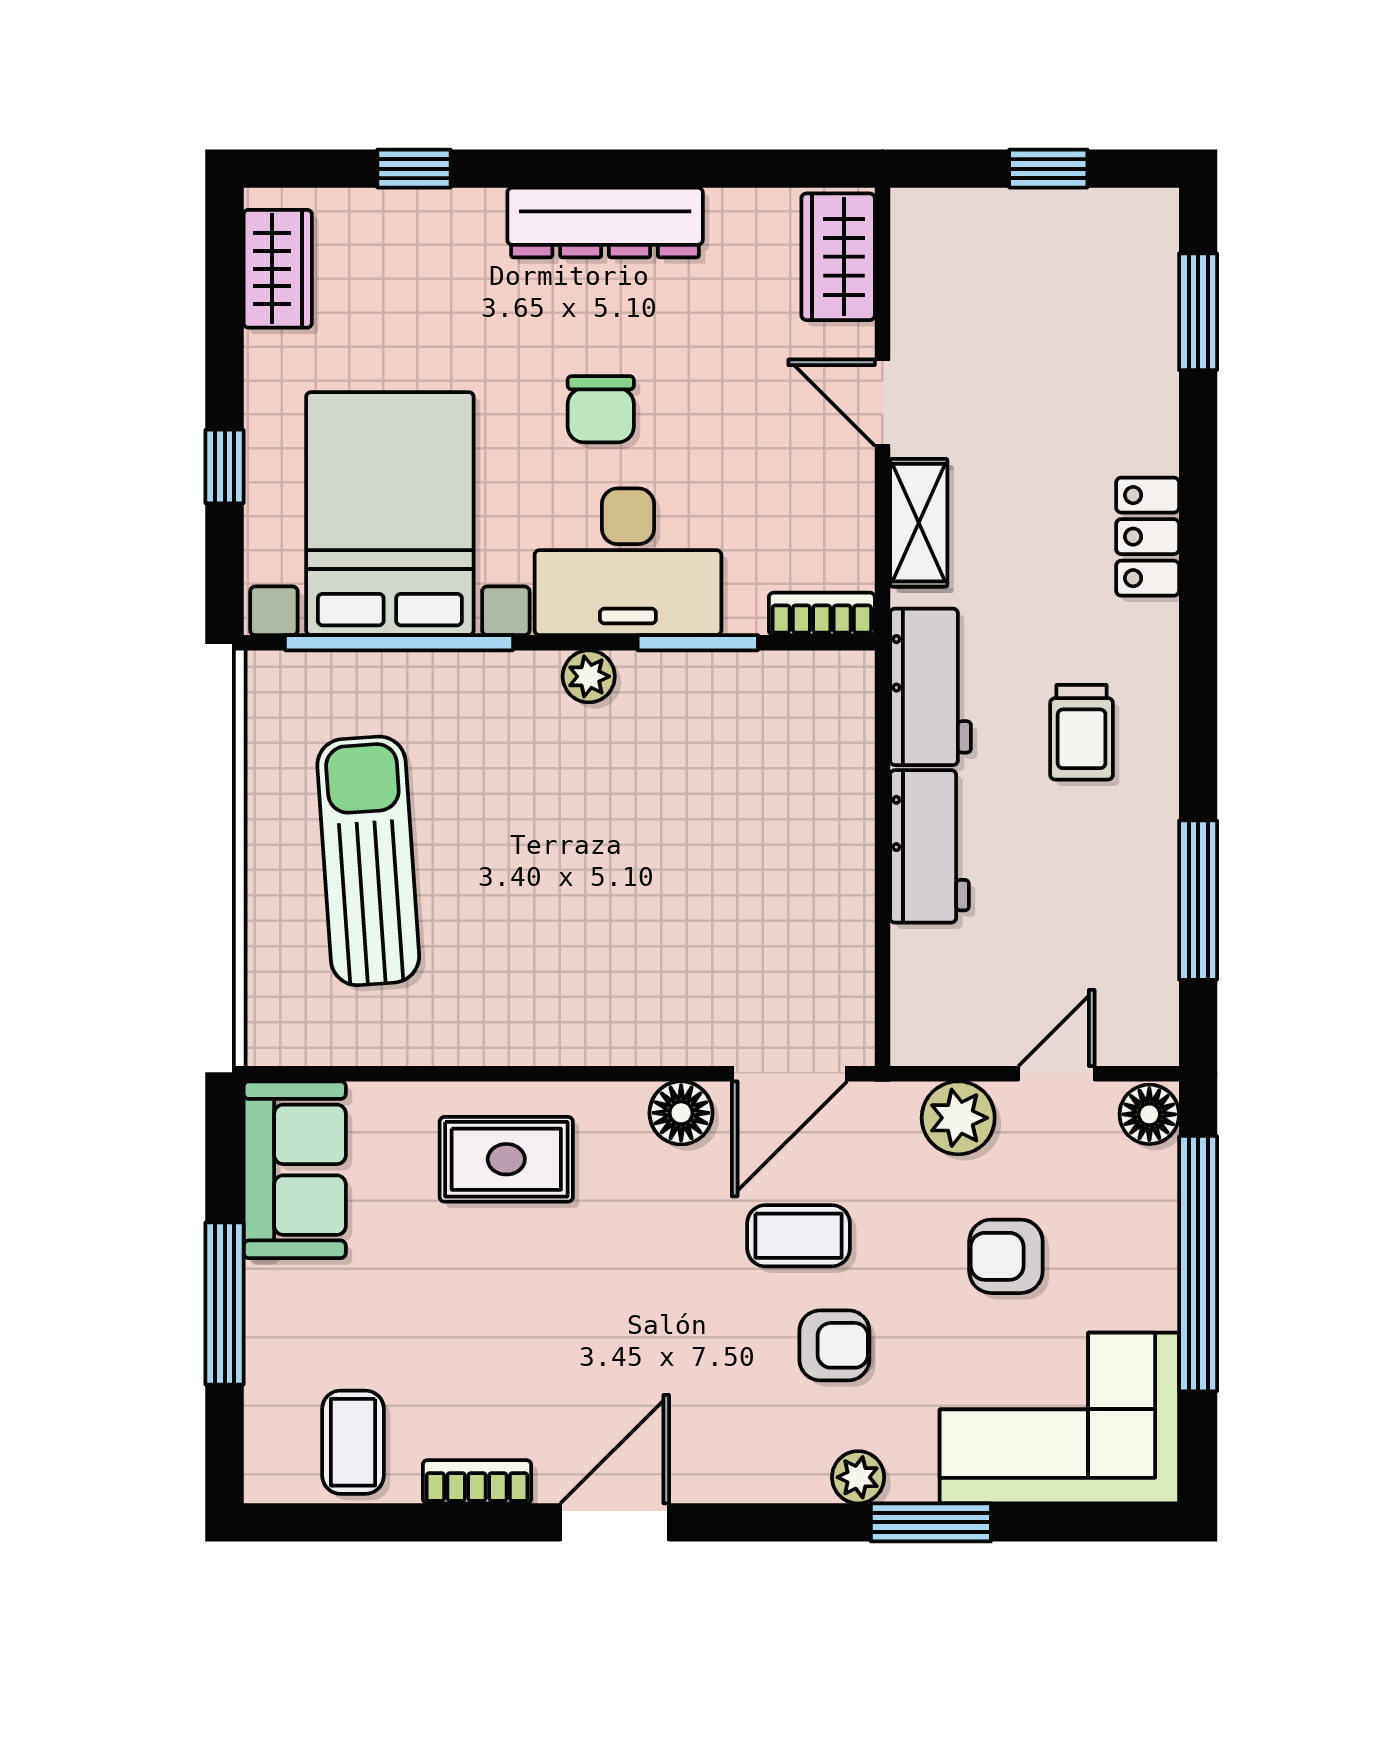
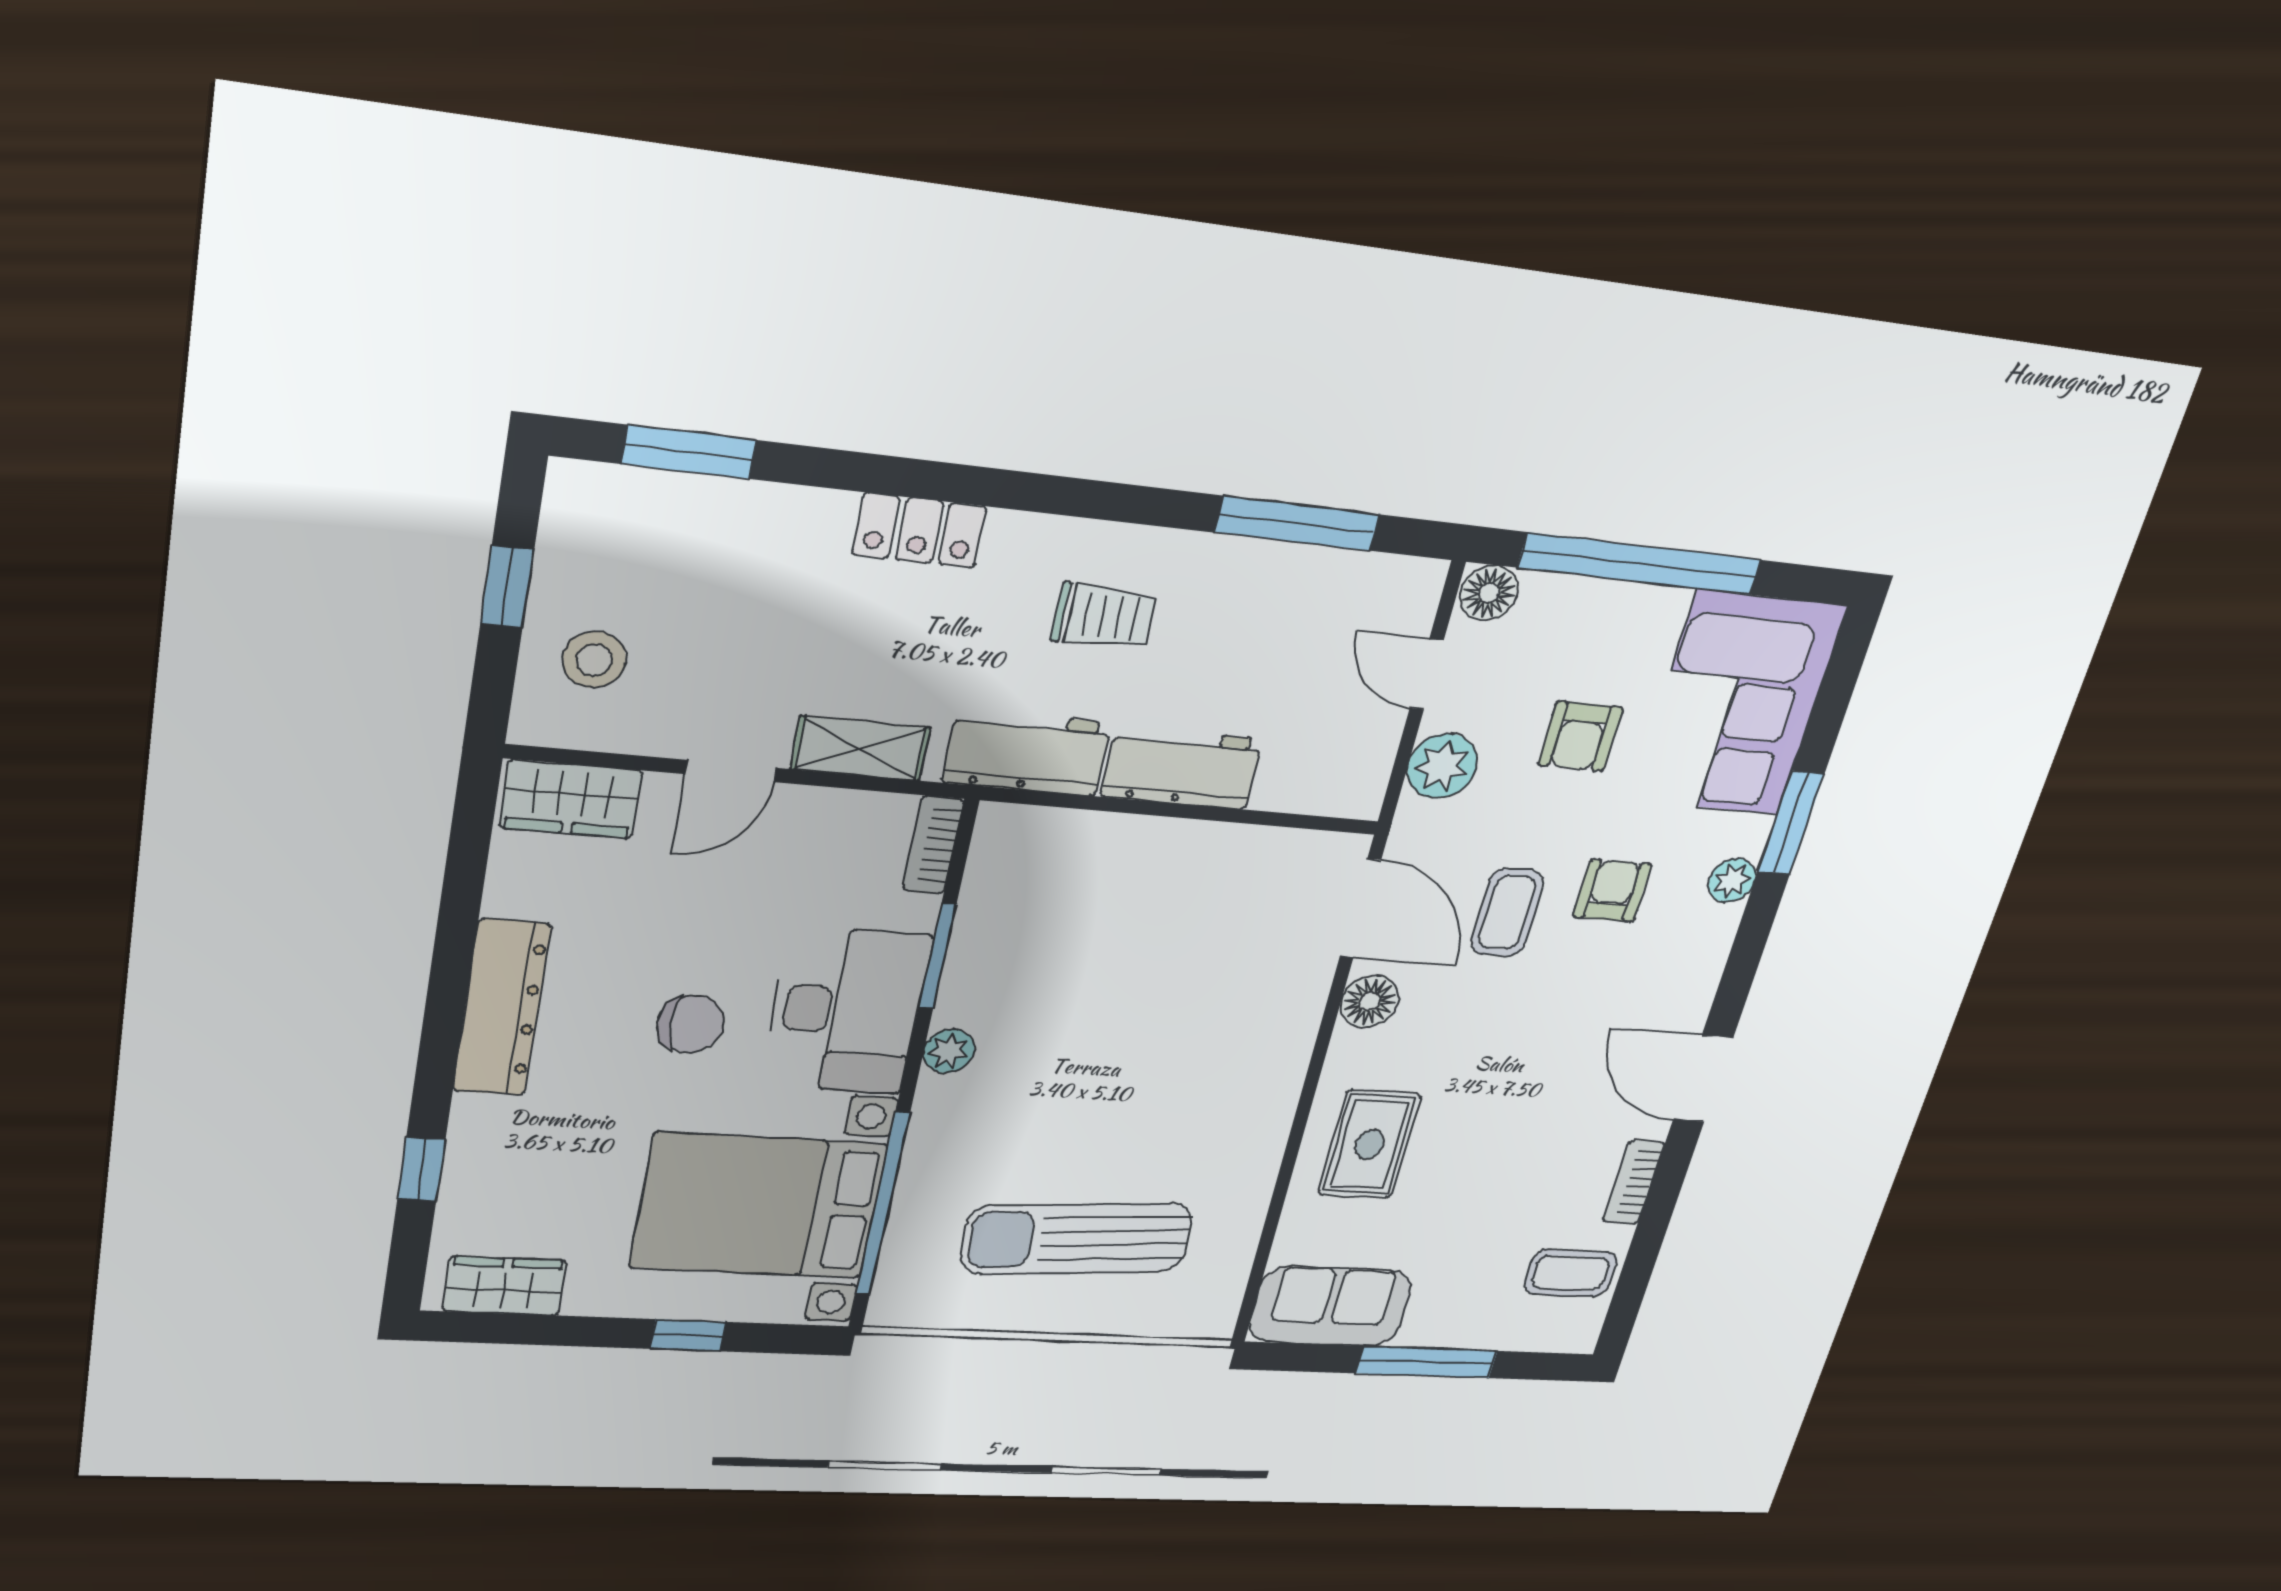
stool: (984, 257) -> (594, 660), added

